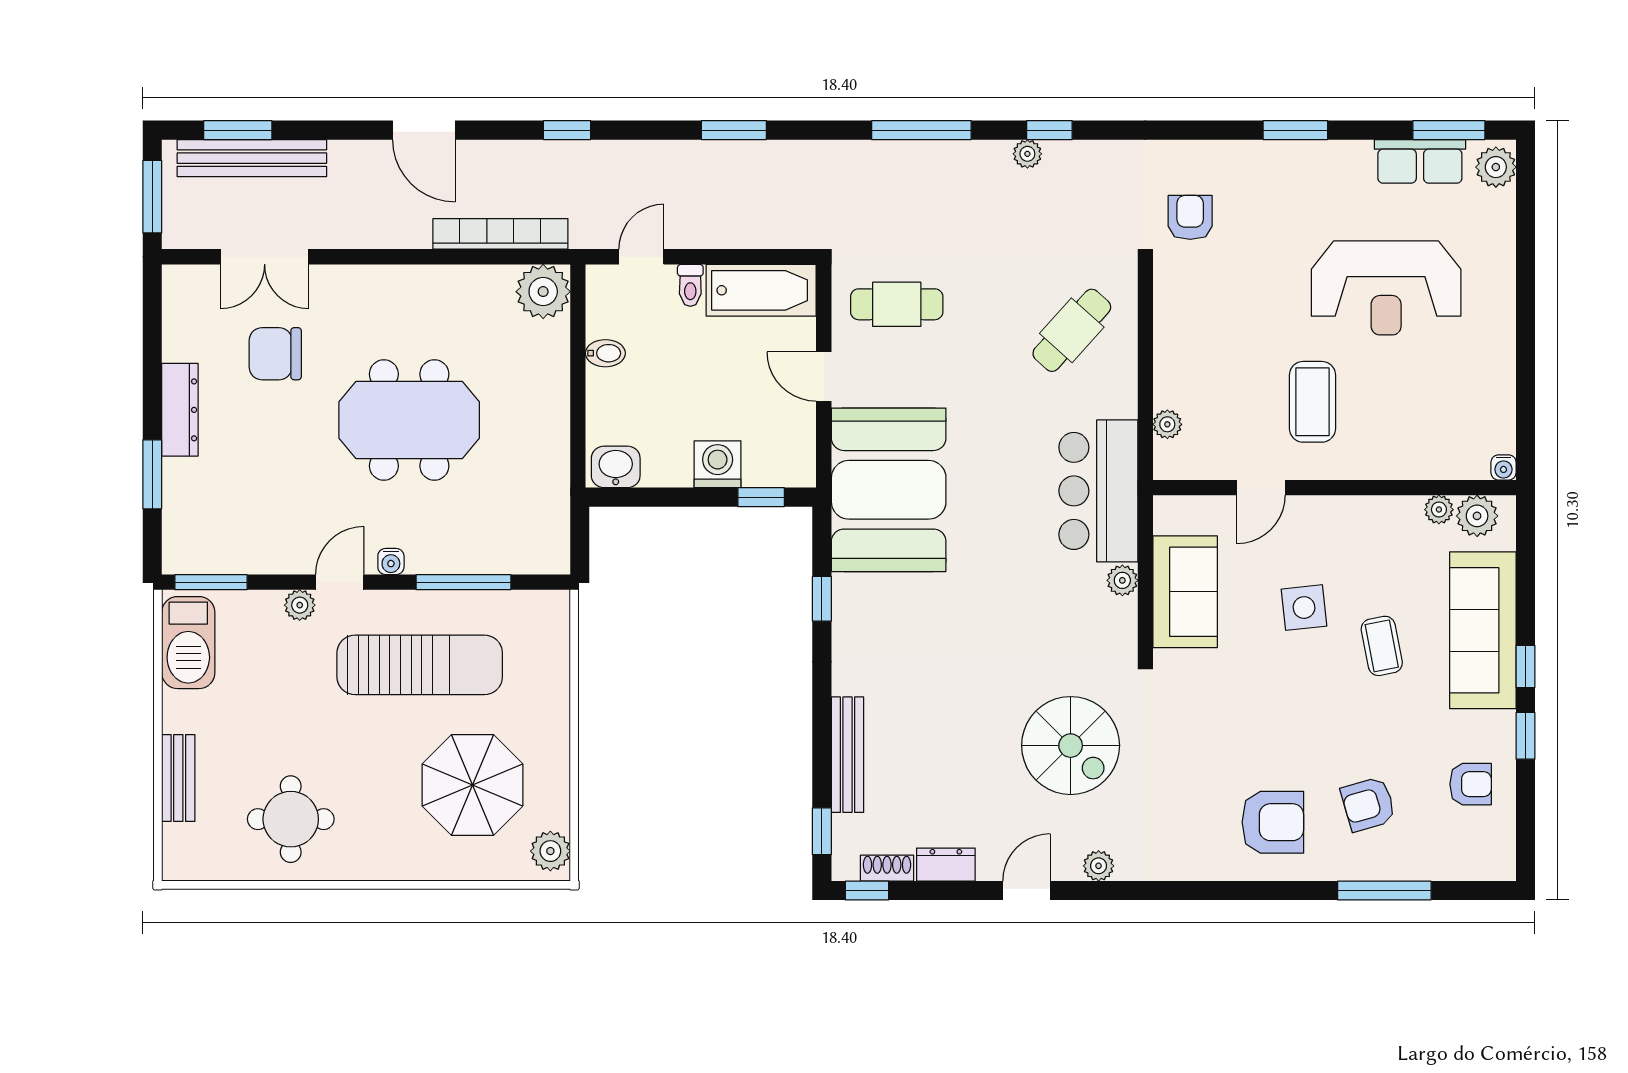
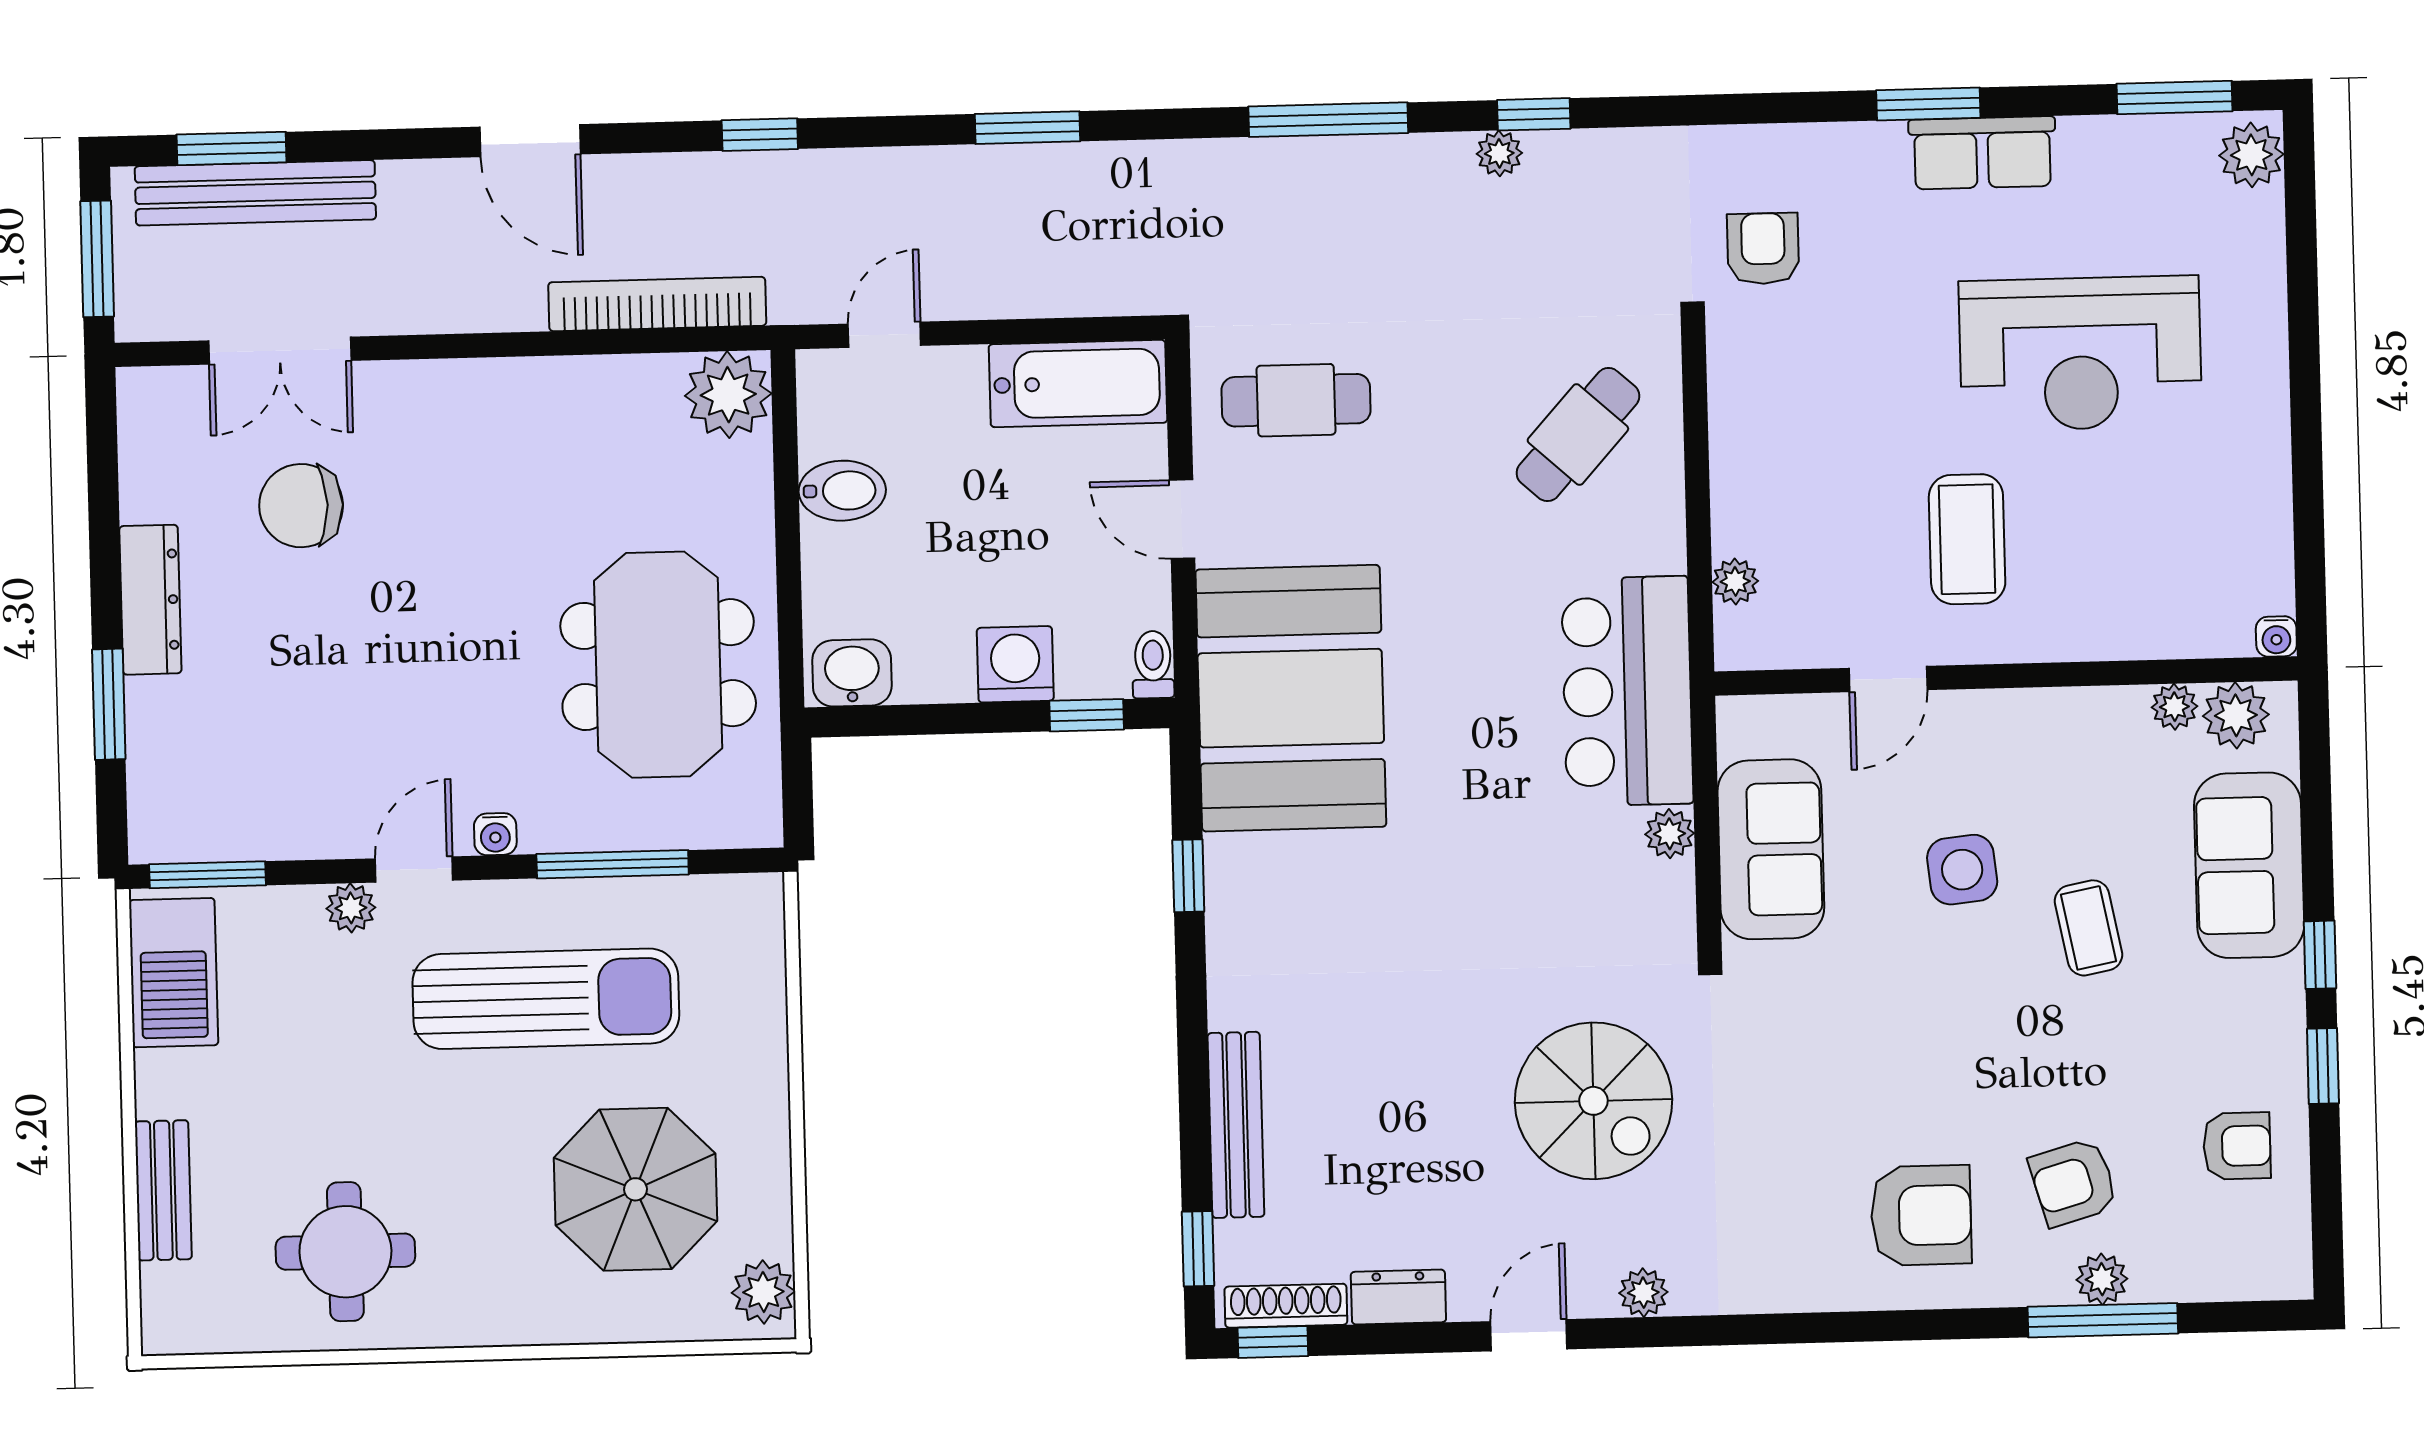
row of seats: (1420, 161) -> (1982, 153), moved
toilet: (690, 285) -> (1153, 665), moved, turned 180
bidet: (605, 353) -> (842, 491), width x1.38, depth x1.36
meeting table: (409, 420) -> (658, 665), moved, turned 90
sofa: (1483, 630) -> (2249, 865), width x0.73
plant: (1384, 865) -> (2102, 1279), added
shoe rack: (887, 868) -> (1286, 1306), width x1.43

